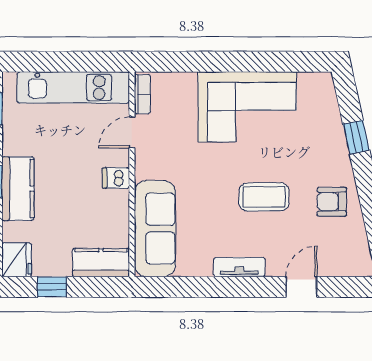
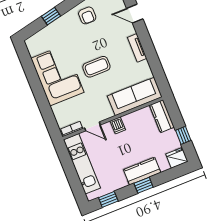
coffee table: (264, 197) -> (96, 67), moved, turned 90

